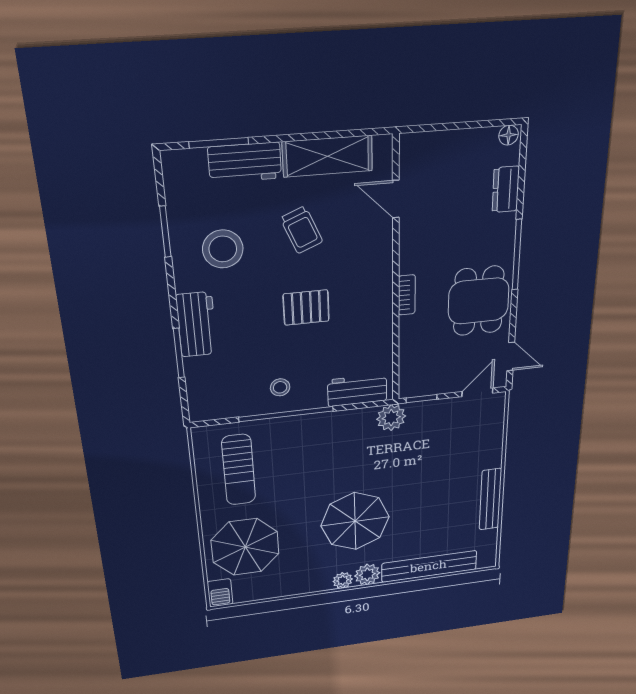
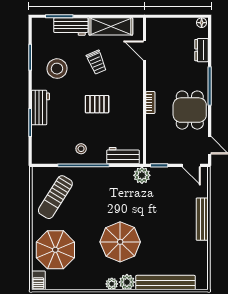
door: (477, 392) -> (191, 165), swing flipped
sun lounger: (239, 470) -> (55, 197), turned 32
bench: (490, 499) -> (202, 219), moved

